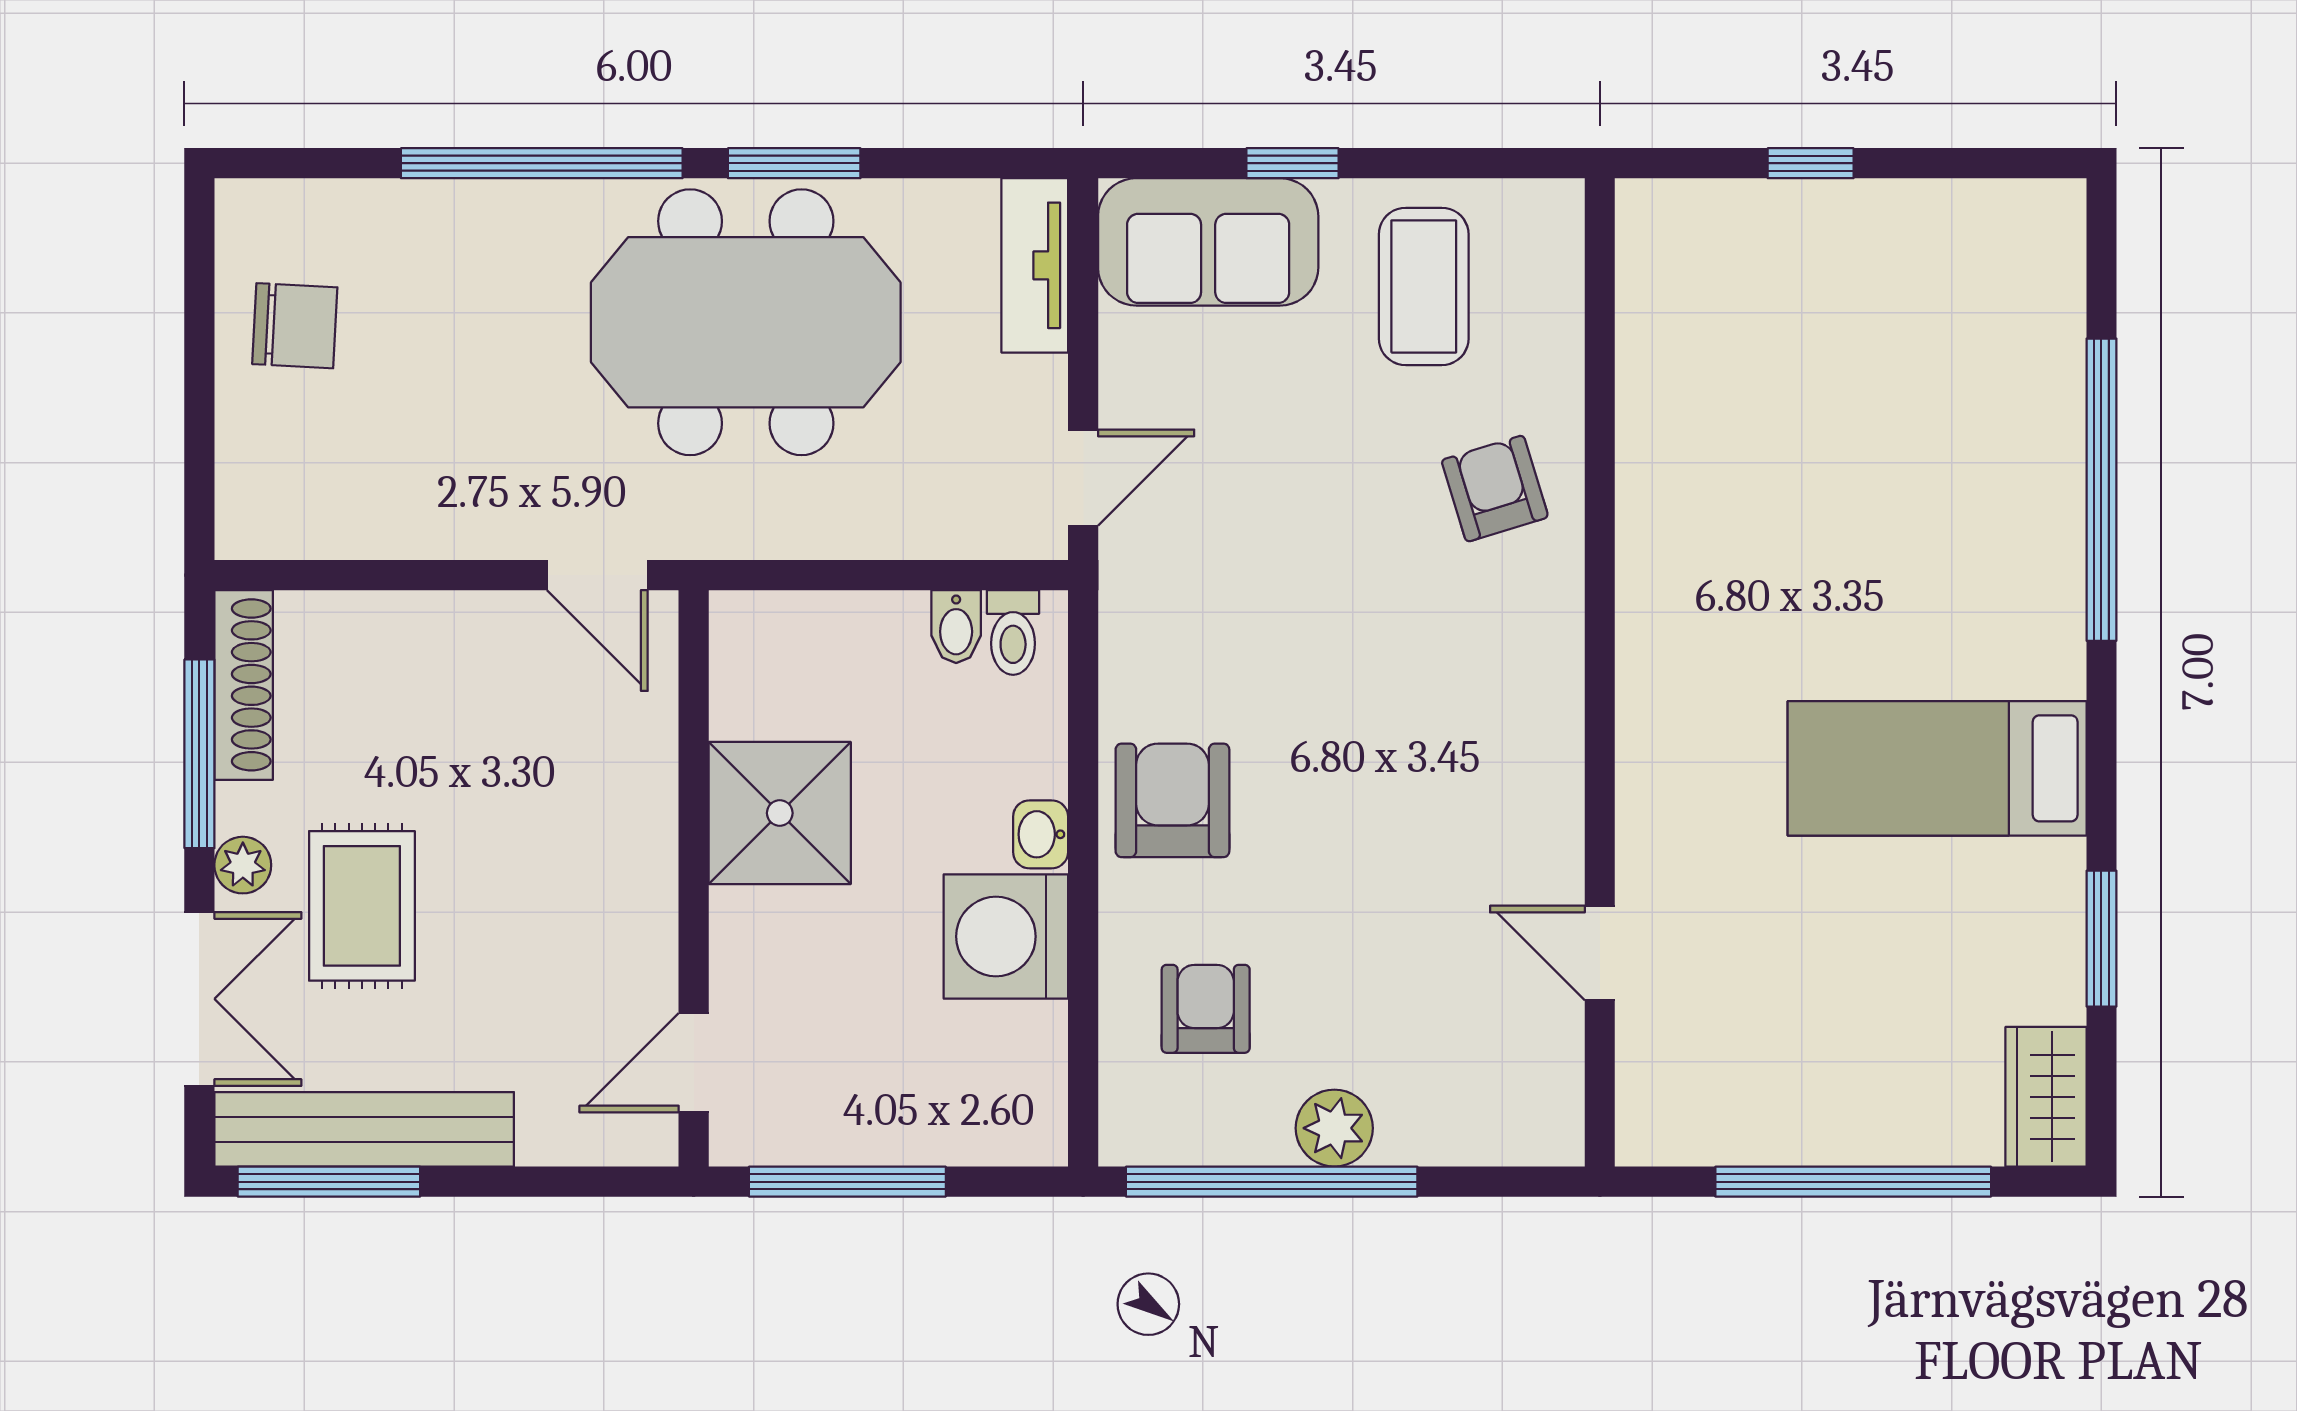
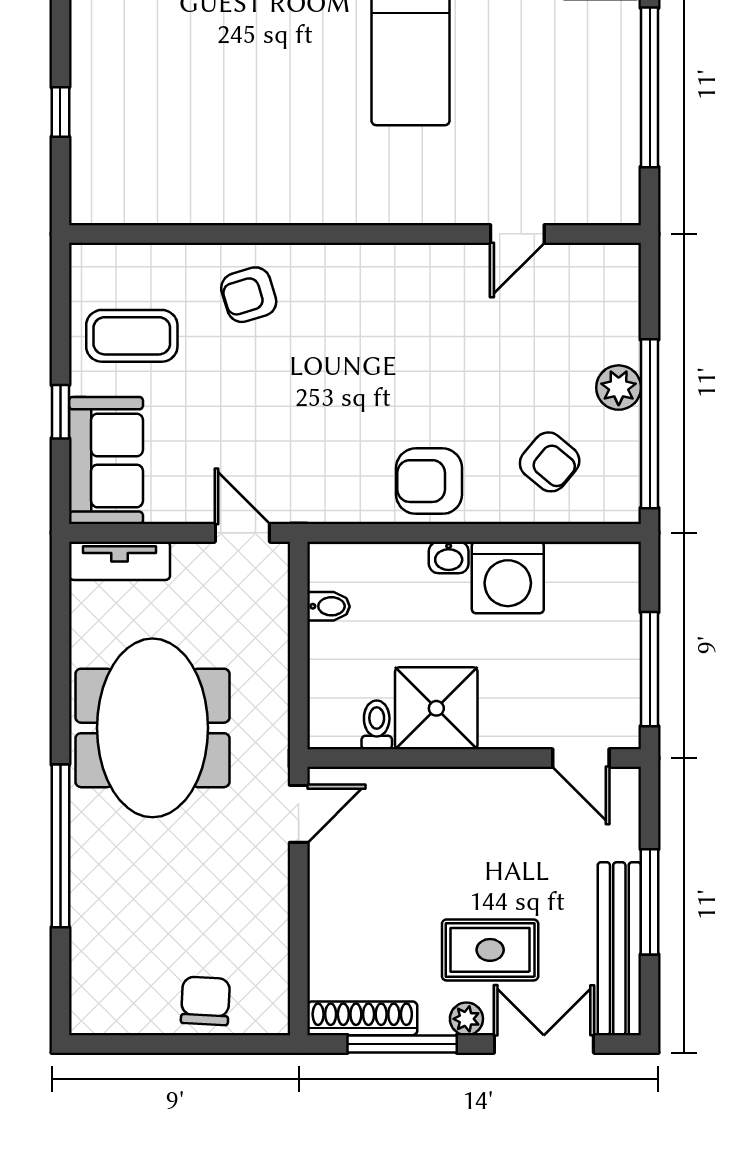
window: (794, 163) -> (60, 700), removed
chair: (295, 326) -> (205, 1001), moved
toilet: (1013, 632) -> (377, 725), moved, turned -90
armchair: (1206, 1009) -> (550, 462), turned -140
window: (329, 1182) -> (650, 902), moved

